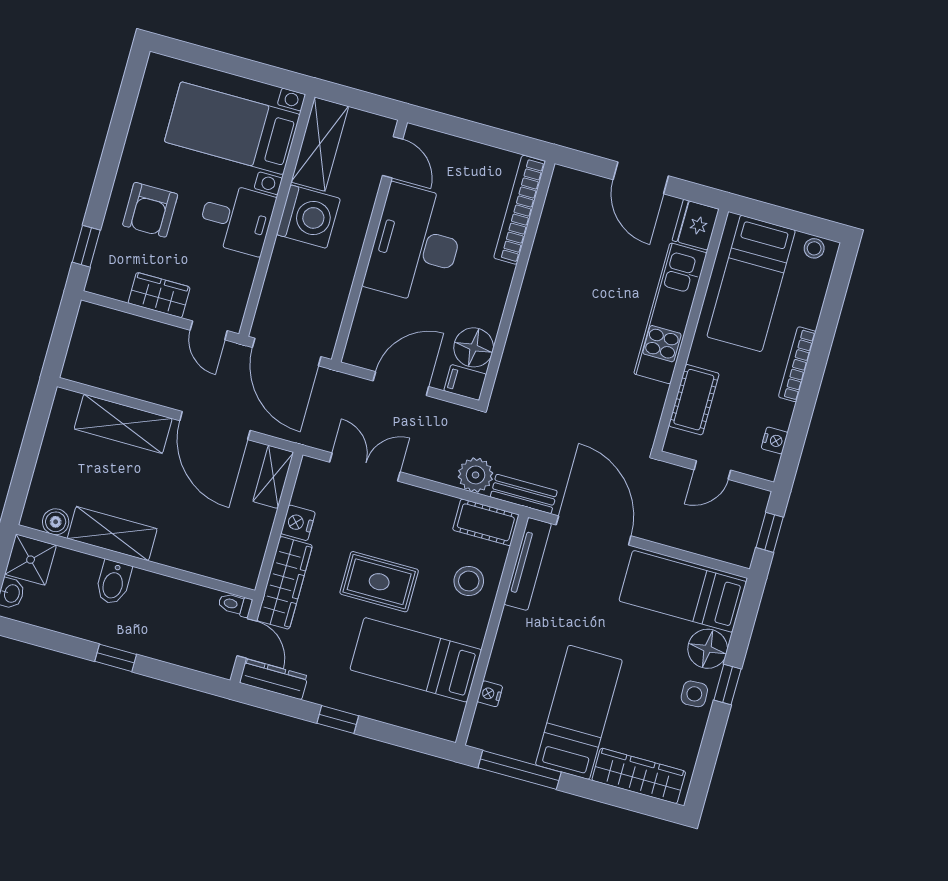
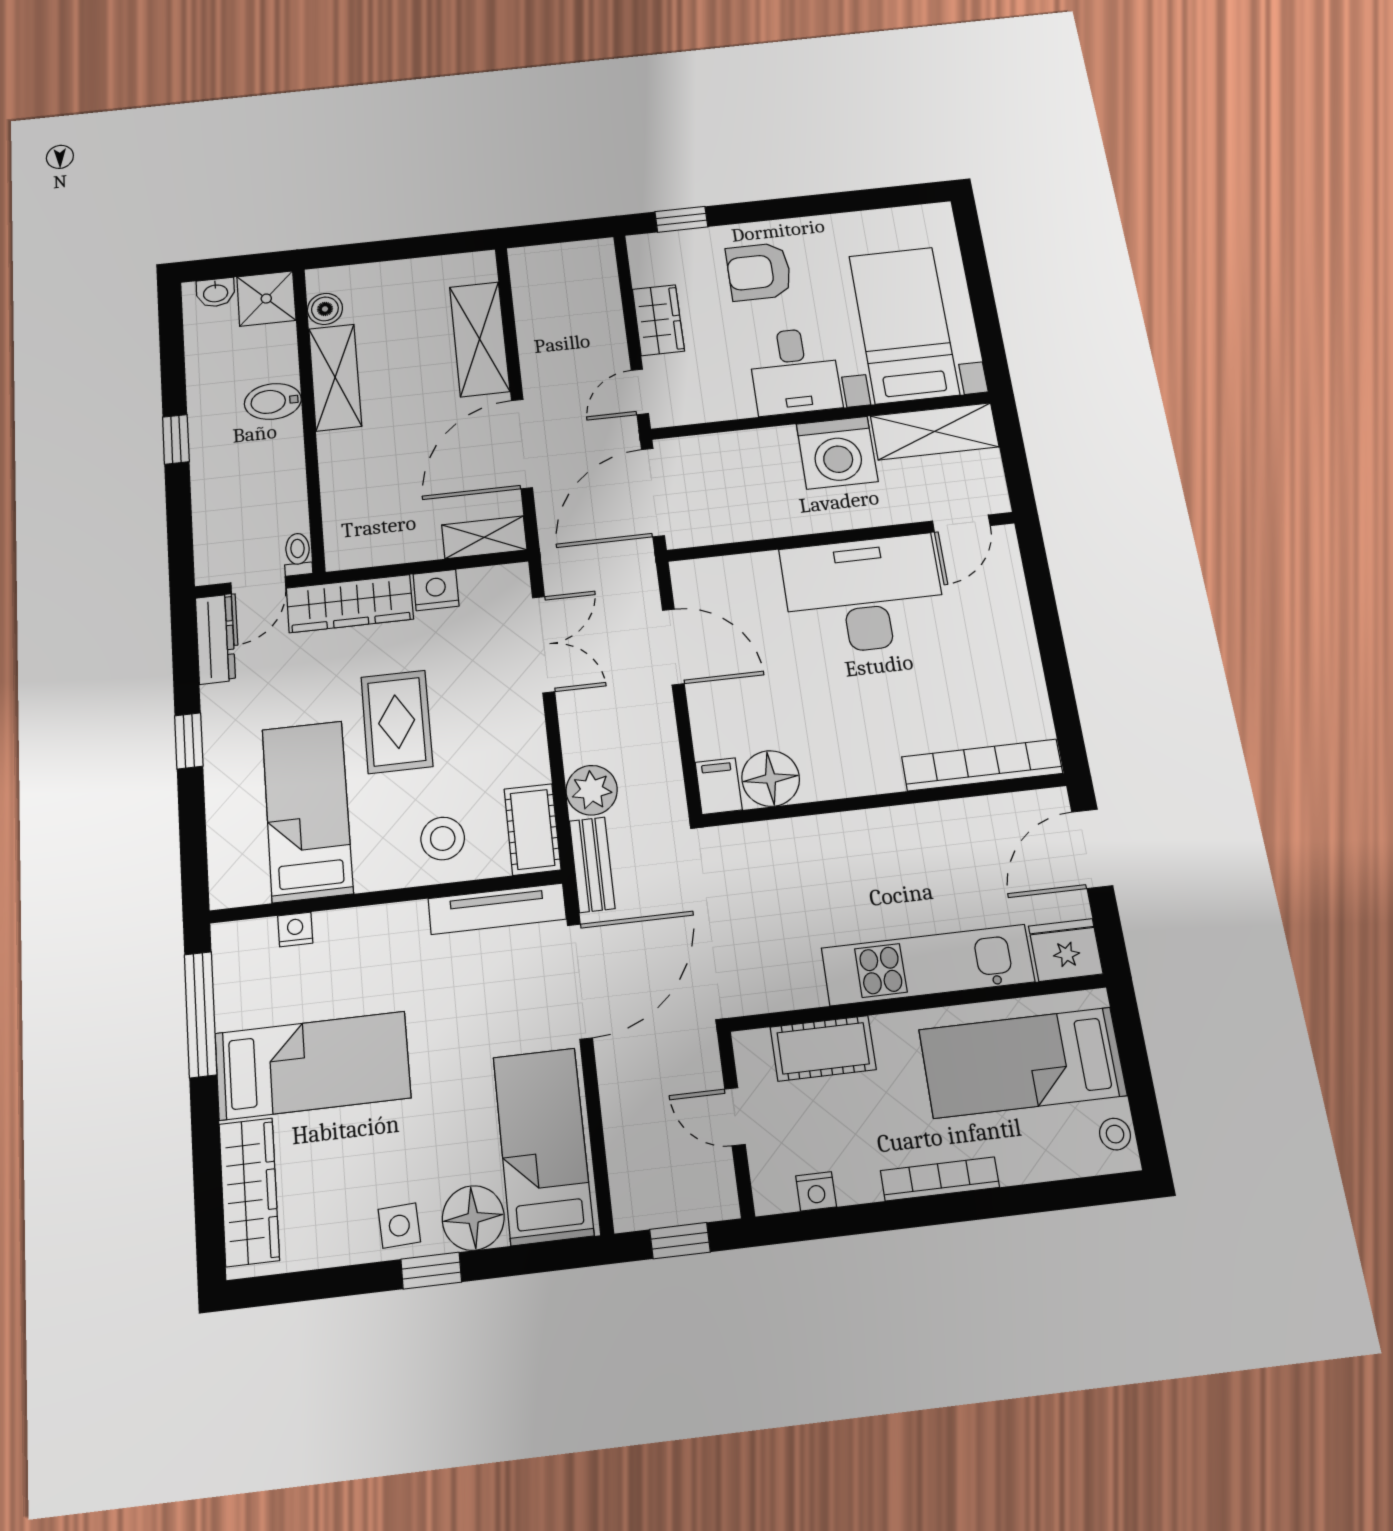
bookcase: (520, 210) -> (982, 765), moved
wall: (517, 282) -> (884, 800), moved
floor lamp: (474, 347) -> (771, 778), moved
filing cabinet: (465, 382) -> (719, 786), moved

